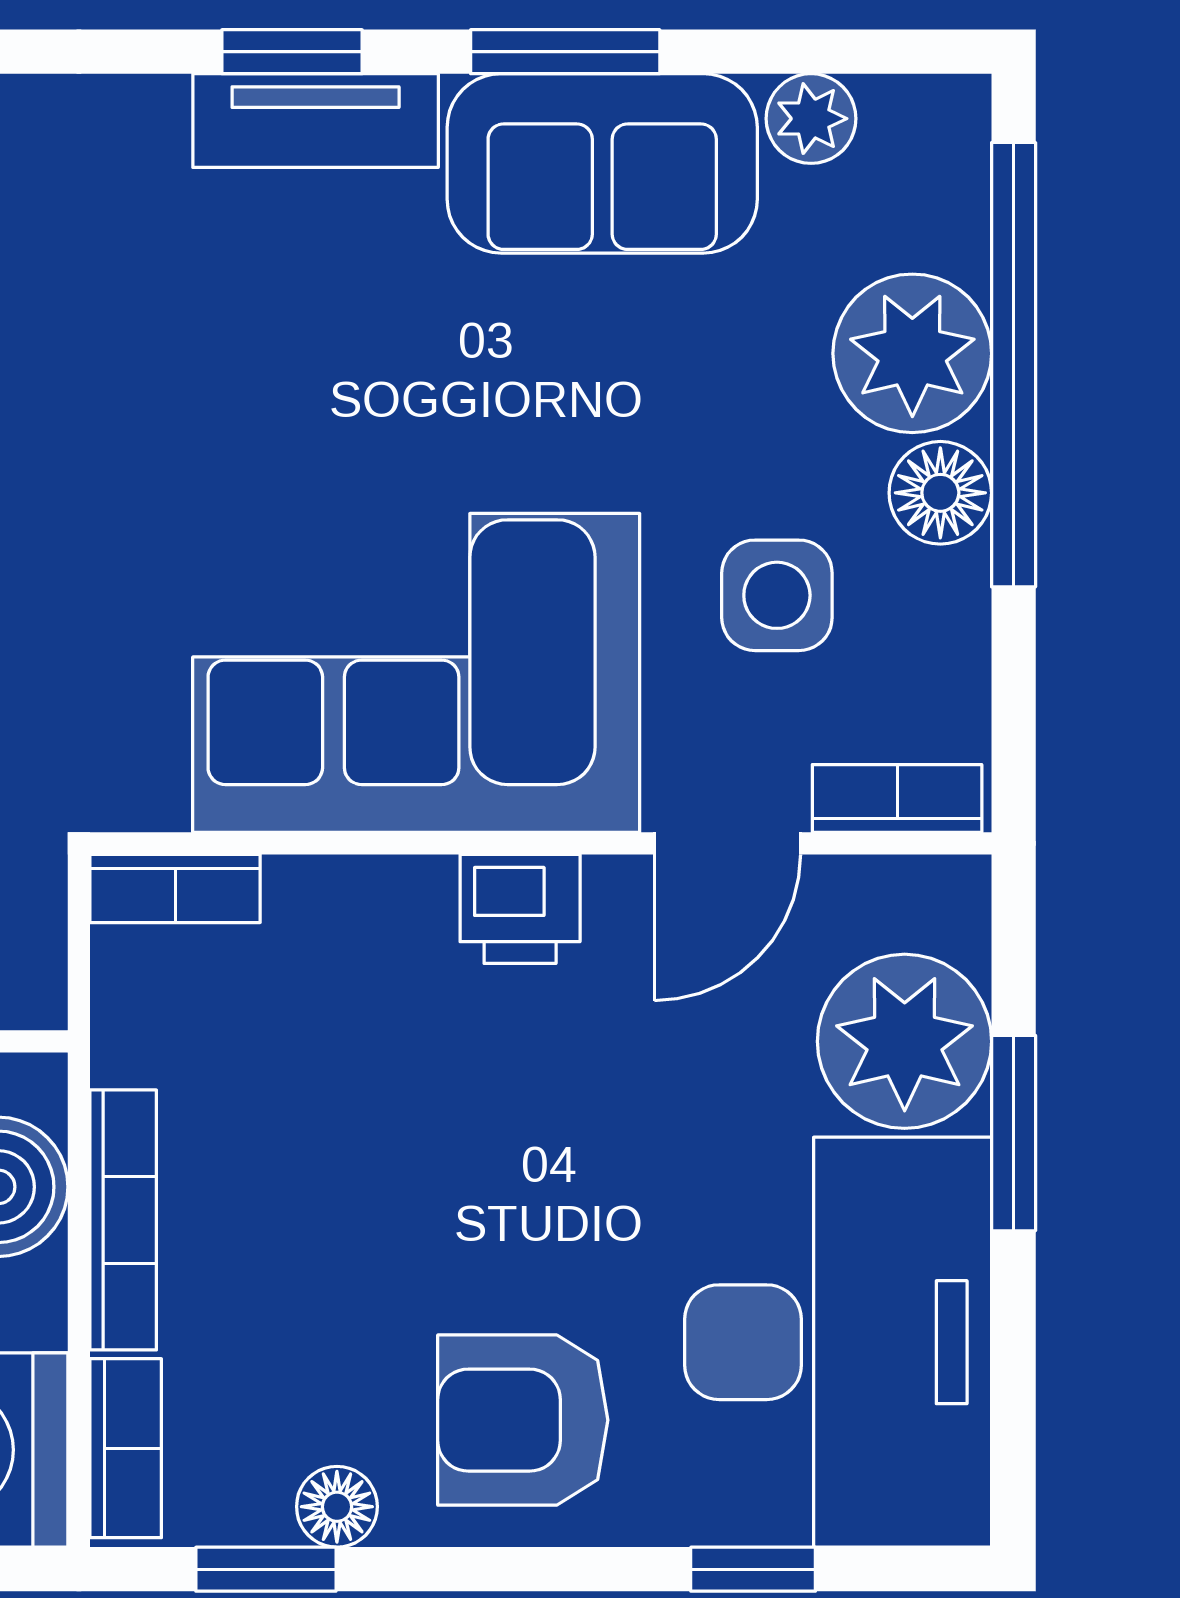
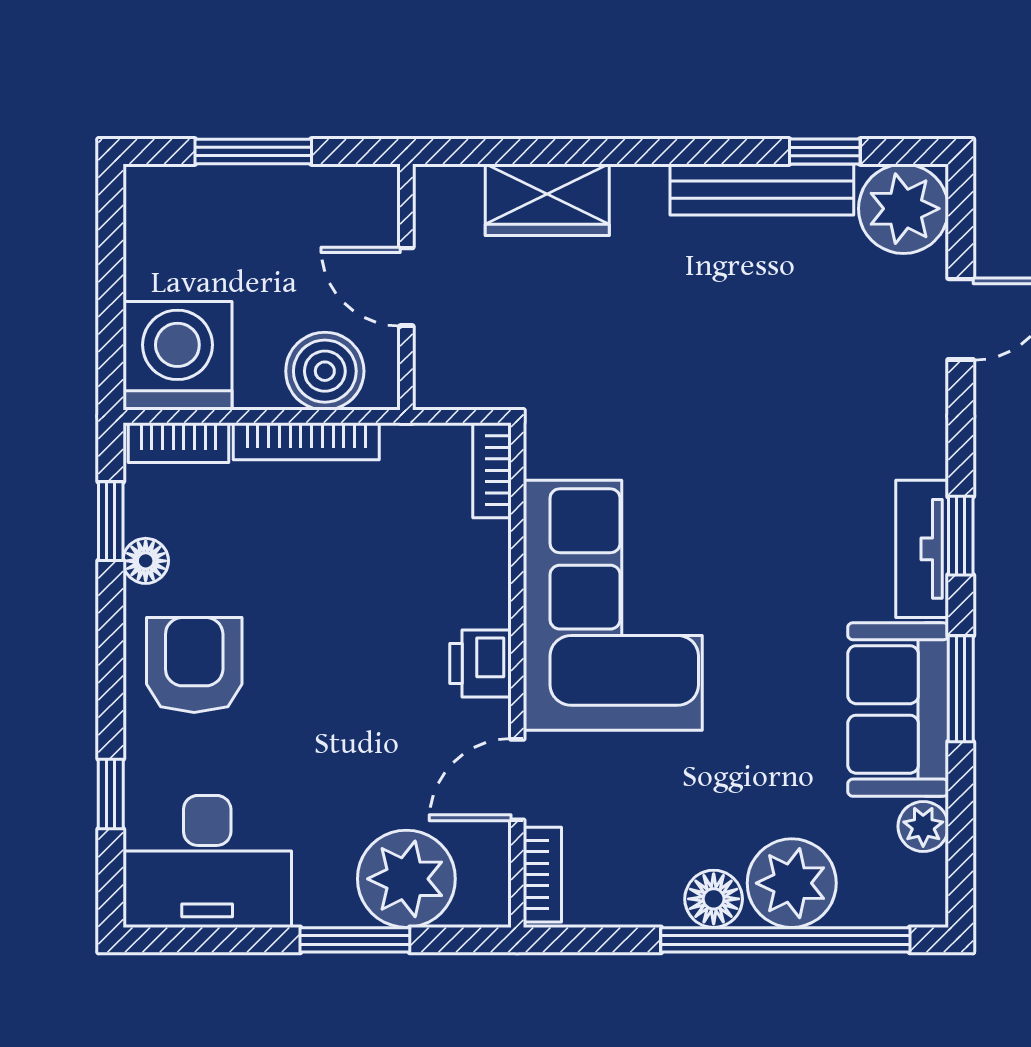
side table: (777, 595) -> (656, 807), removed
door: (727, 843) -> (517, 780), hinge flipped
desk: (838, 1342) -> (207, 861), width x0.73, depth x0.77

